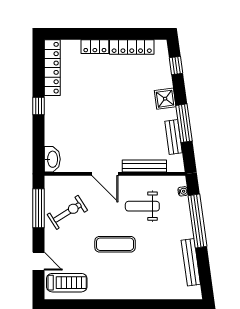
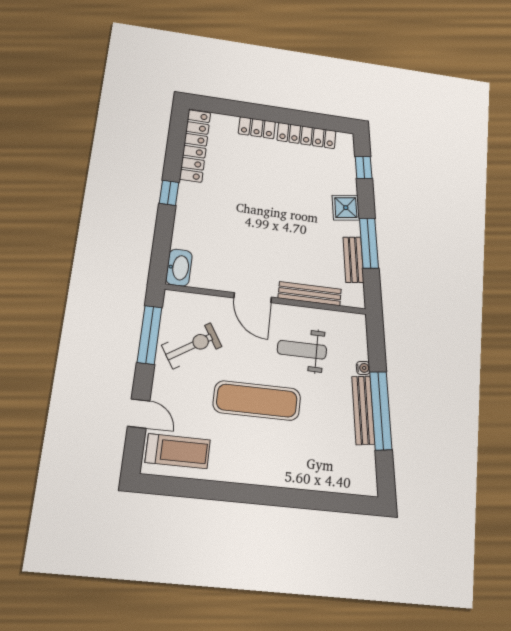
water cooler: (183, 191) -> (363, 368), moved
window: (197, 221) -> (381, 411), moved
exercise mat: (115, 244) -> (257, 401), width x1.36, depth x1.45
bench: (191, 262) -> (363, 410), moved

